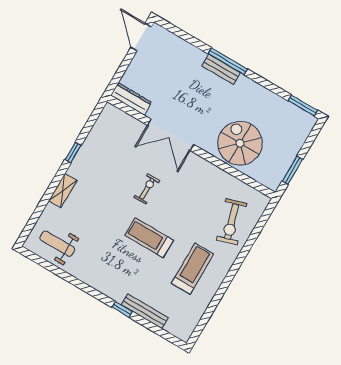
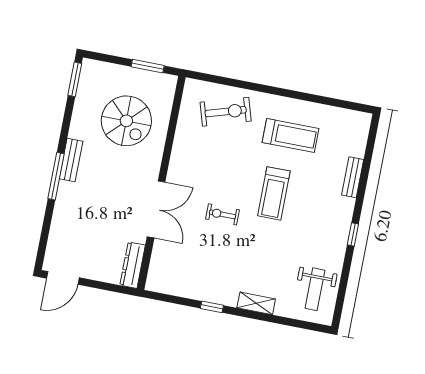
bench: (221, 69) -> (71, 160), moved
spiral stairs: (240, 143) -> (126, 121), moved, turned -90
treadmill: (192, 269) -> (291, 136), turned 180
window: (122, 309) -> (353, 234), moved
bench: (145, 311) -> (353, 177), width x0.73

